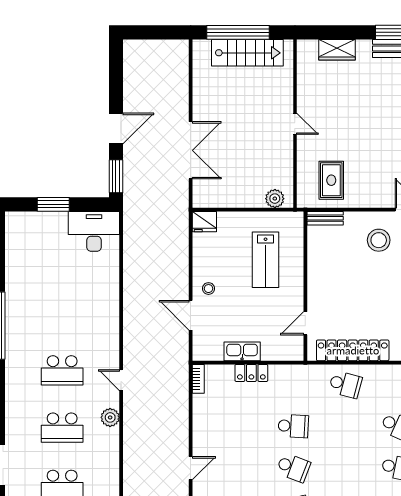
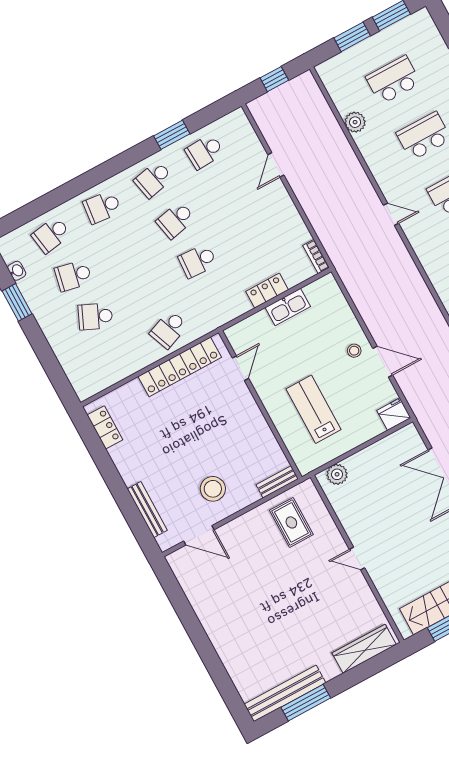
wardrobe: (337, 50) -> (364, 649), width x1.50
door: (191, 315) -> (383, 362), moved
school desk: (345, 385) -> (169, 329), turned -36
plant: (110, 417) -> (355, 122), moved
school desk: (293, 468) -> (175, 220), turned -33

